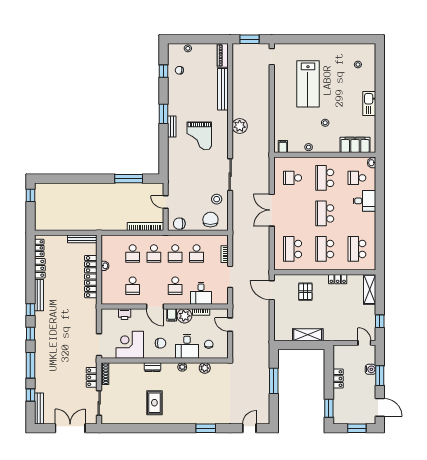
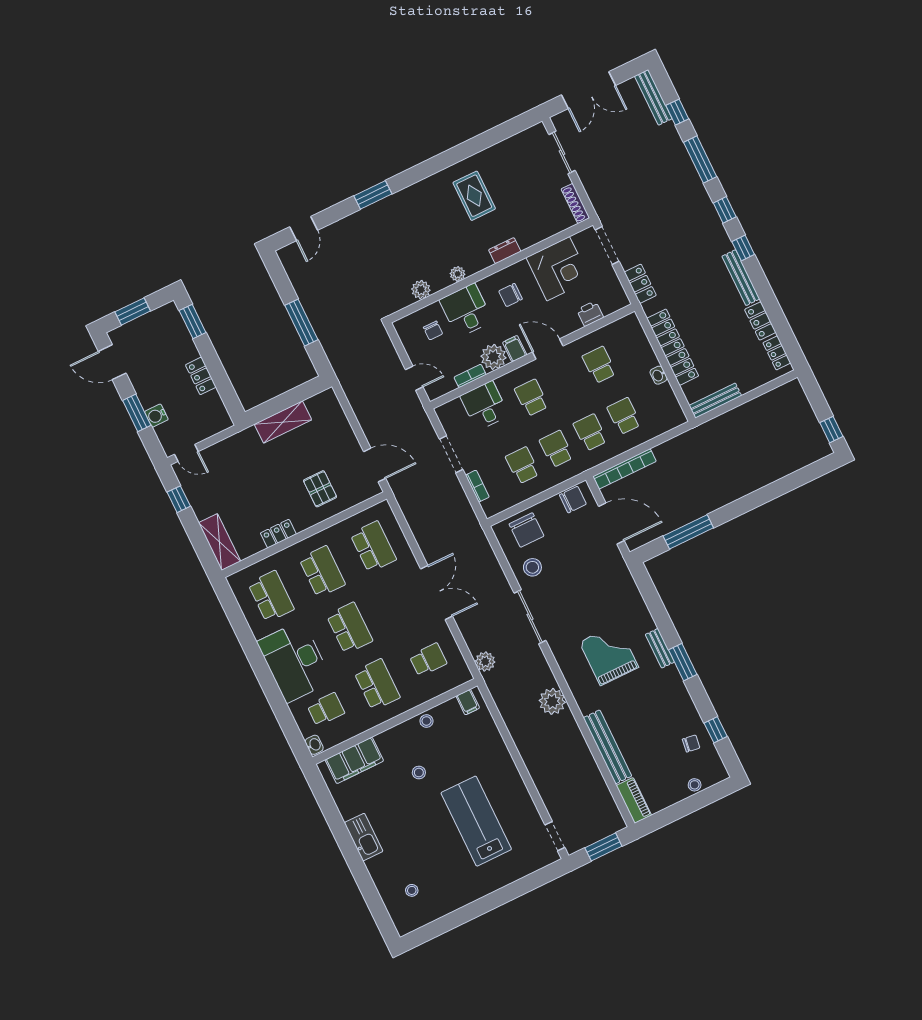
plant: (264, 163) -> (485, 662), added
desk: (364, 201) -> (295, 662), width x1.87, depth x1.30
door: (166, 202) -> (611, 524), width x1.87
locker: (92, 377) -> (640, 284), moved

